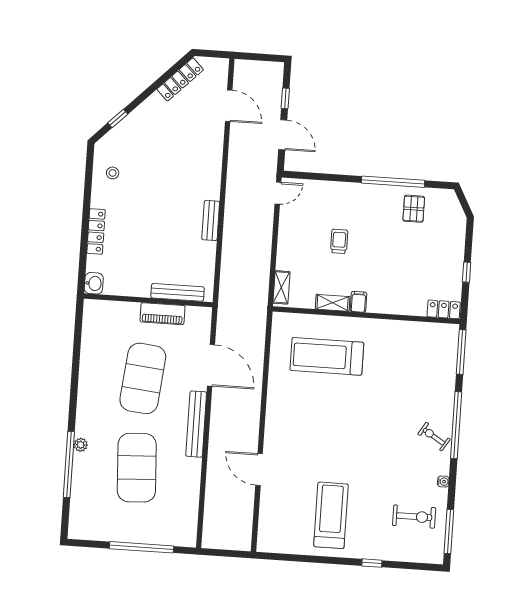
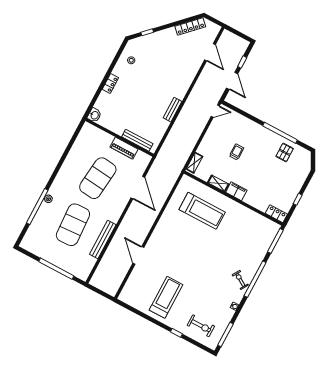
locker: (96, 231) -> (110, 84), width x0.66
filing cabinet: (358, 302) -> (236, 191), width x2.00
treadmill: (327, 356) -> (202, 211), turned 180
bench: (196, 424) -> (103, 240), moved
exercise bike: (414, 517) -> (201, 326), moved

